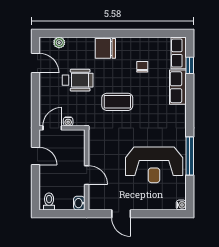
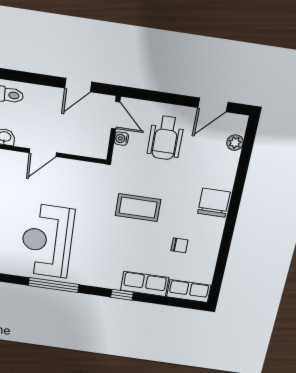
window: (190, 65) -> (122, 295), moved
wheelchair: (78, 80) -> (165, 138), moved
coffee table: (117, 102) -> (138, 208), turned 90

